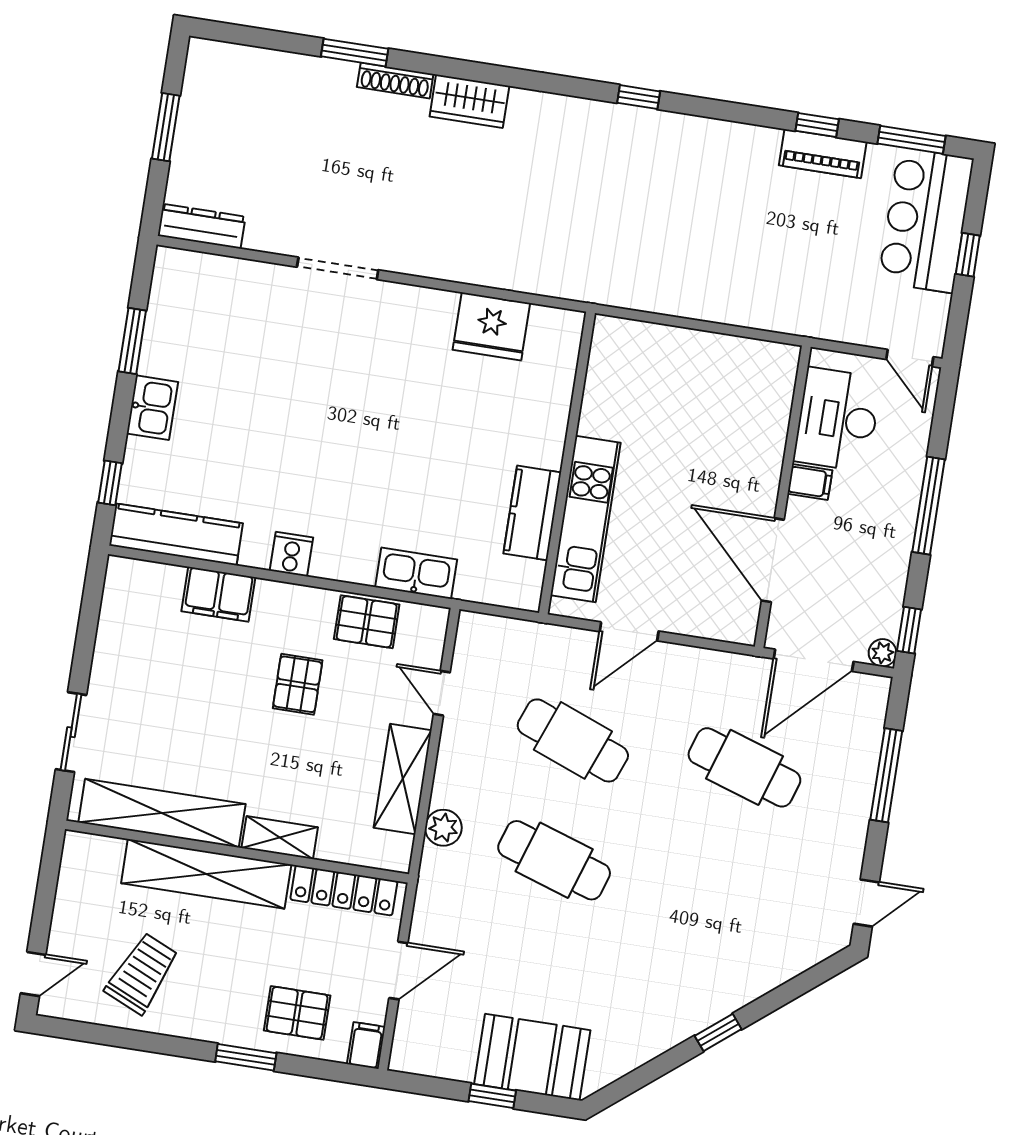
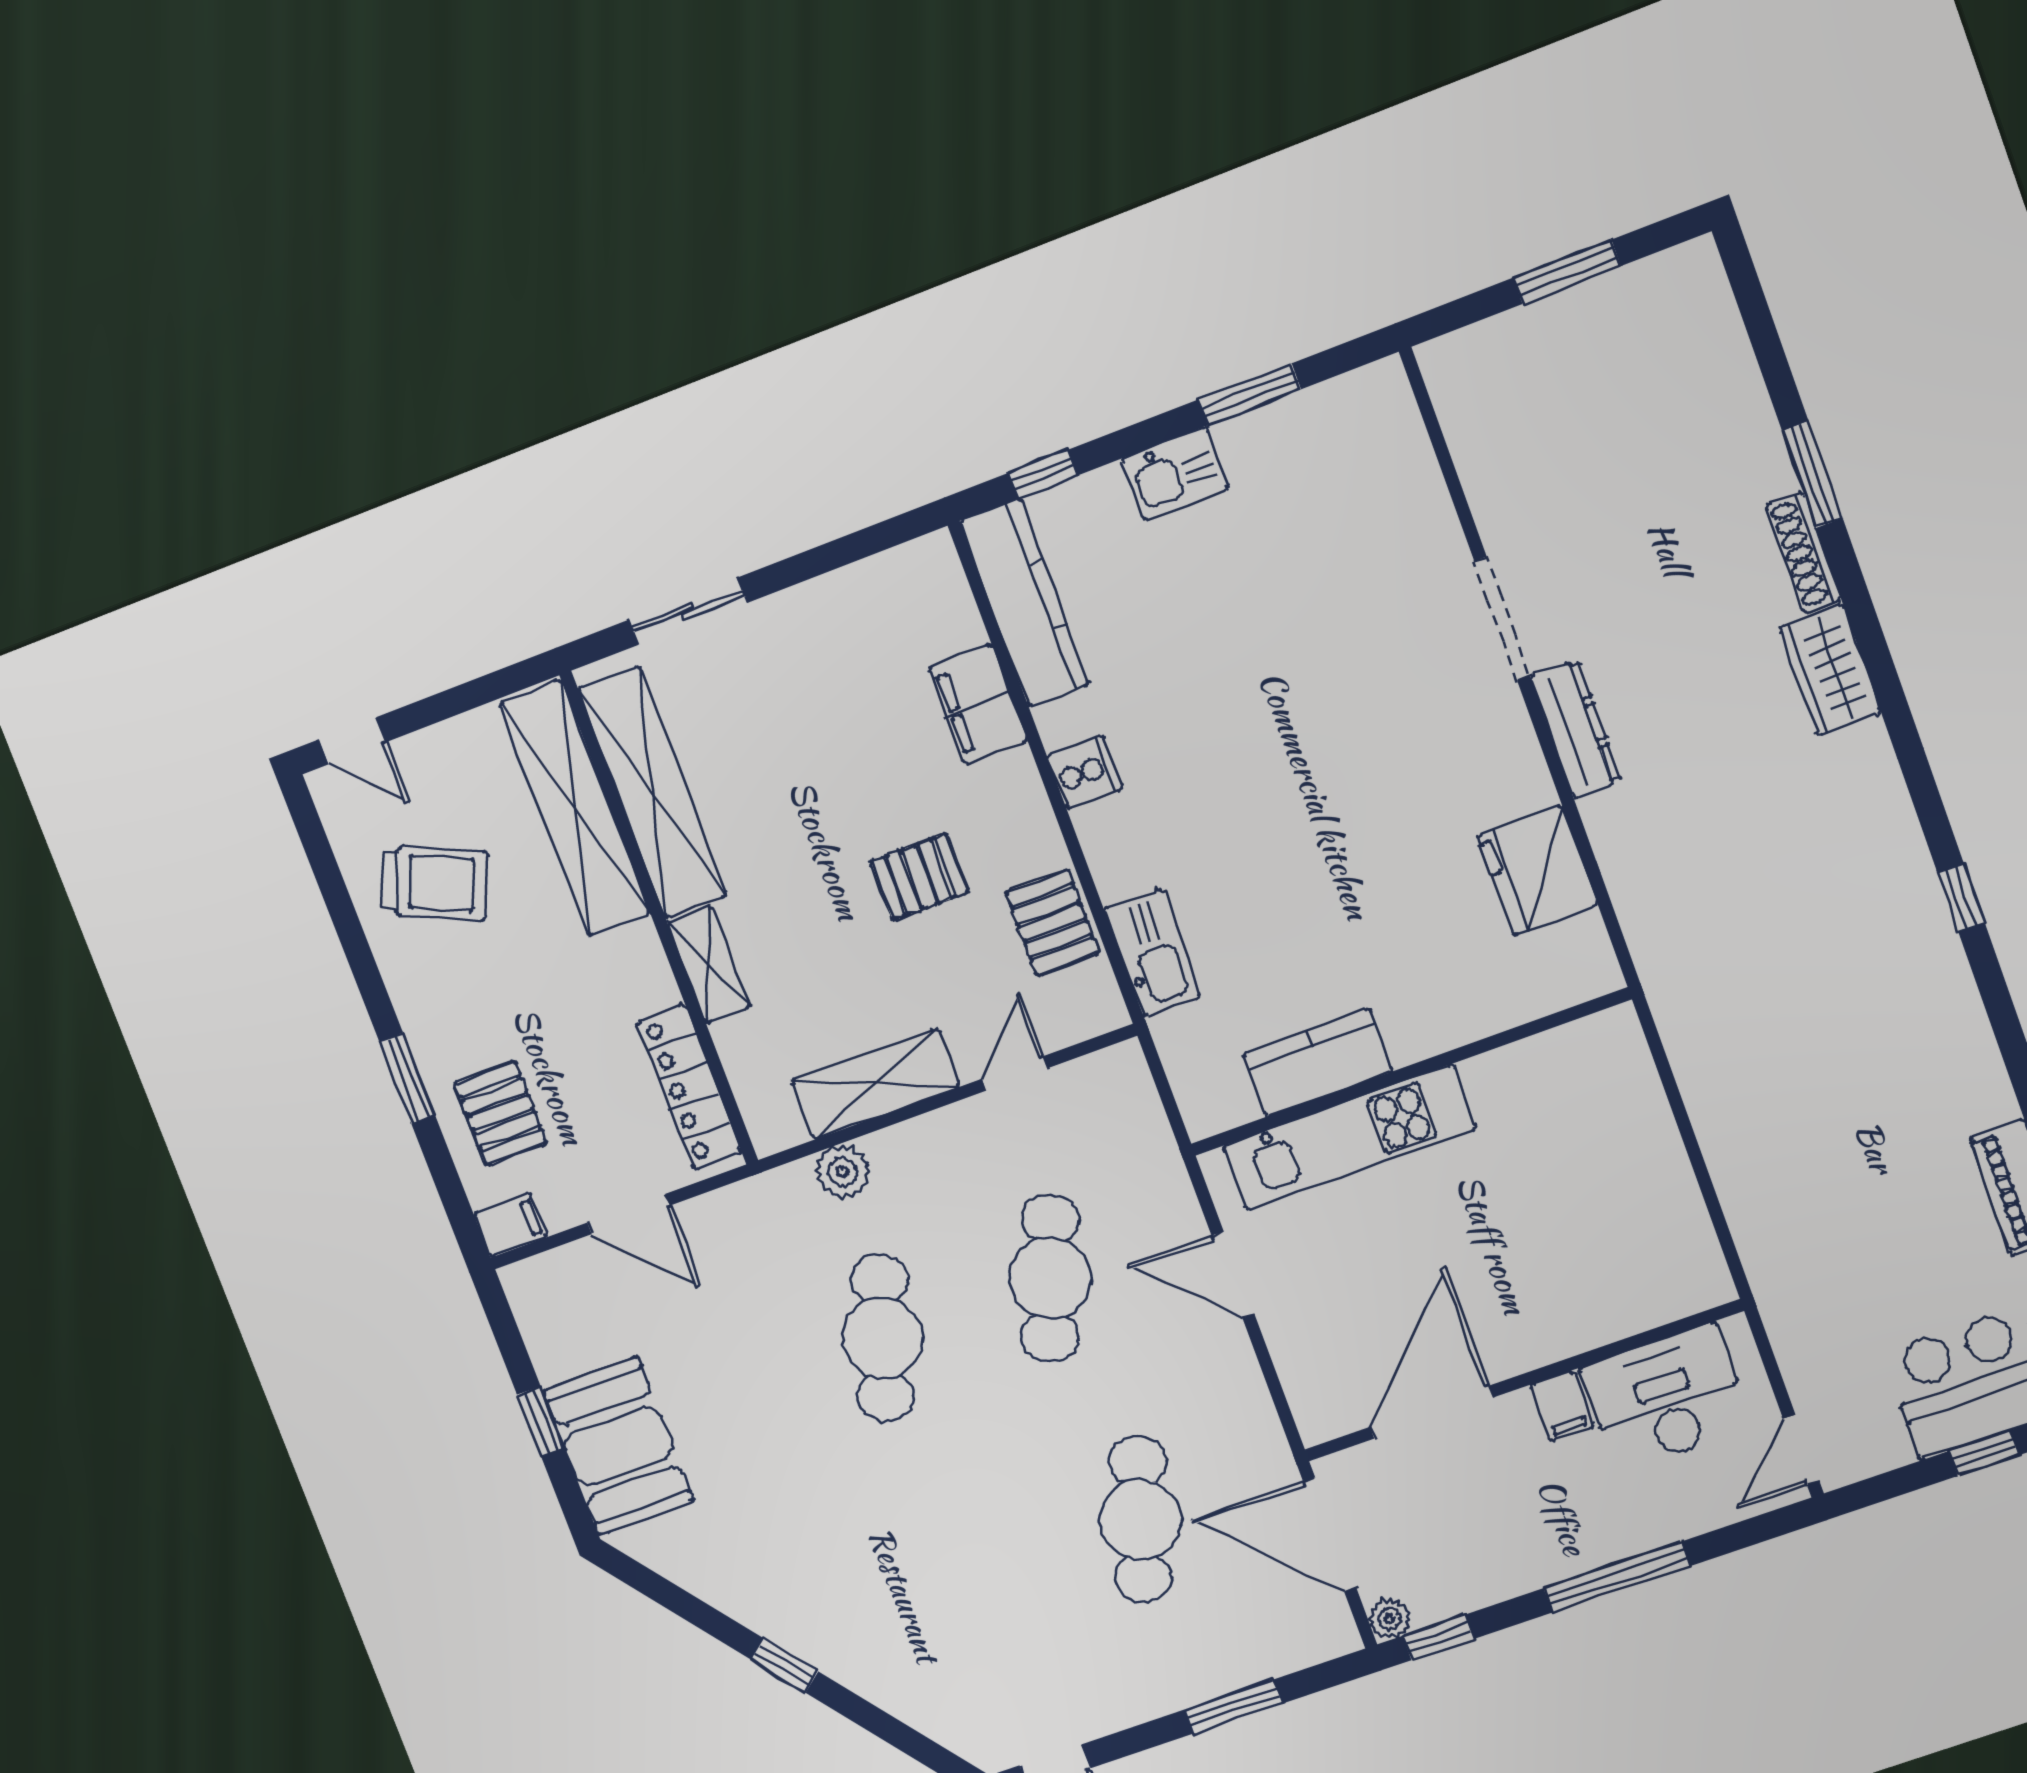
dresser: (202, 226) -> (1576, 729), moved
window: (886, 775) -> (1233, 1707), width x0.69
shelving: (206, 874) -> (575, 808), moved

